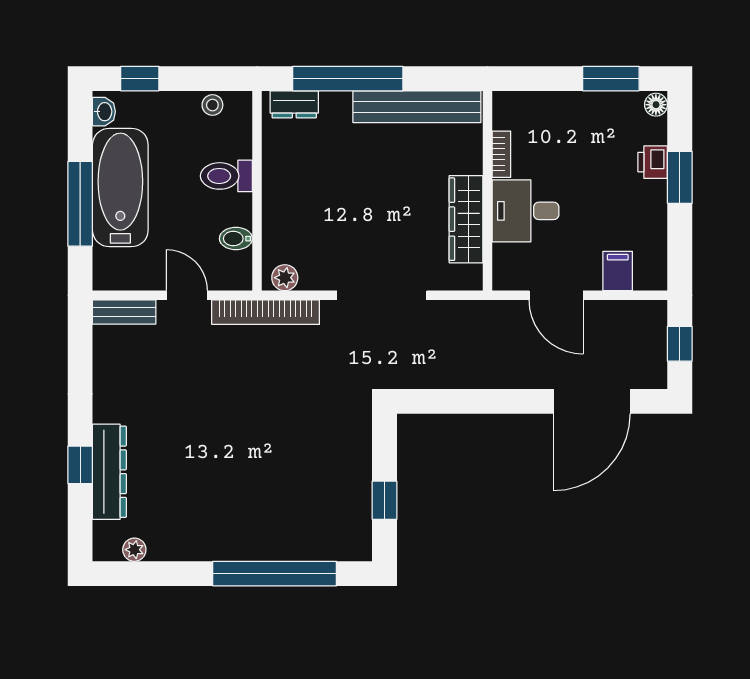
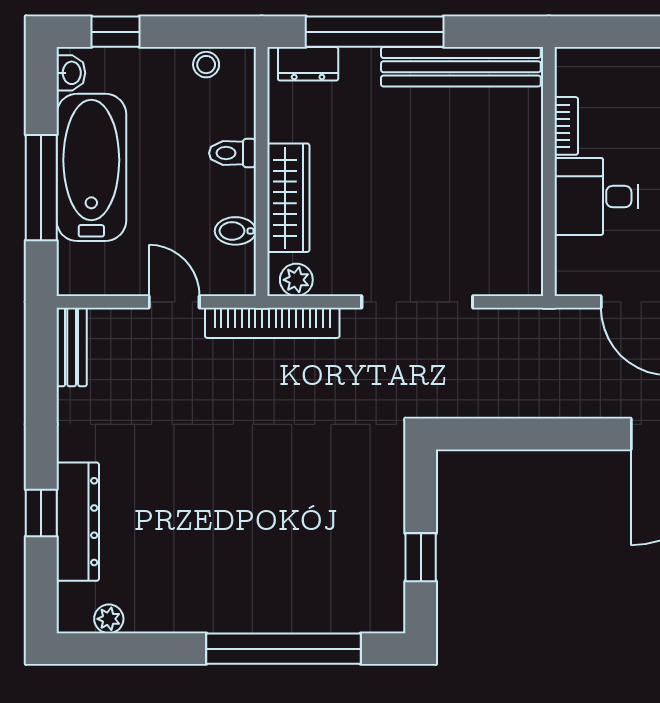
toilet: (226, 176) -> (233, 153), width x0.73, depth x0.72
wardrobe: (466, 219) -> (288, 198), moved, turned 180
bench: (124, 312) -> (72, 347), moved, turned 90

